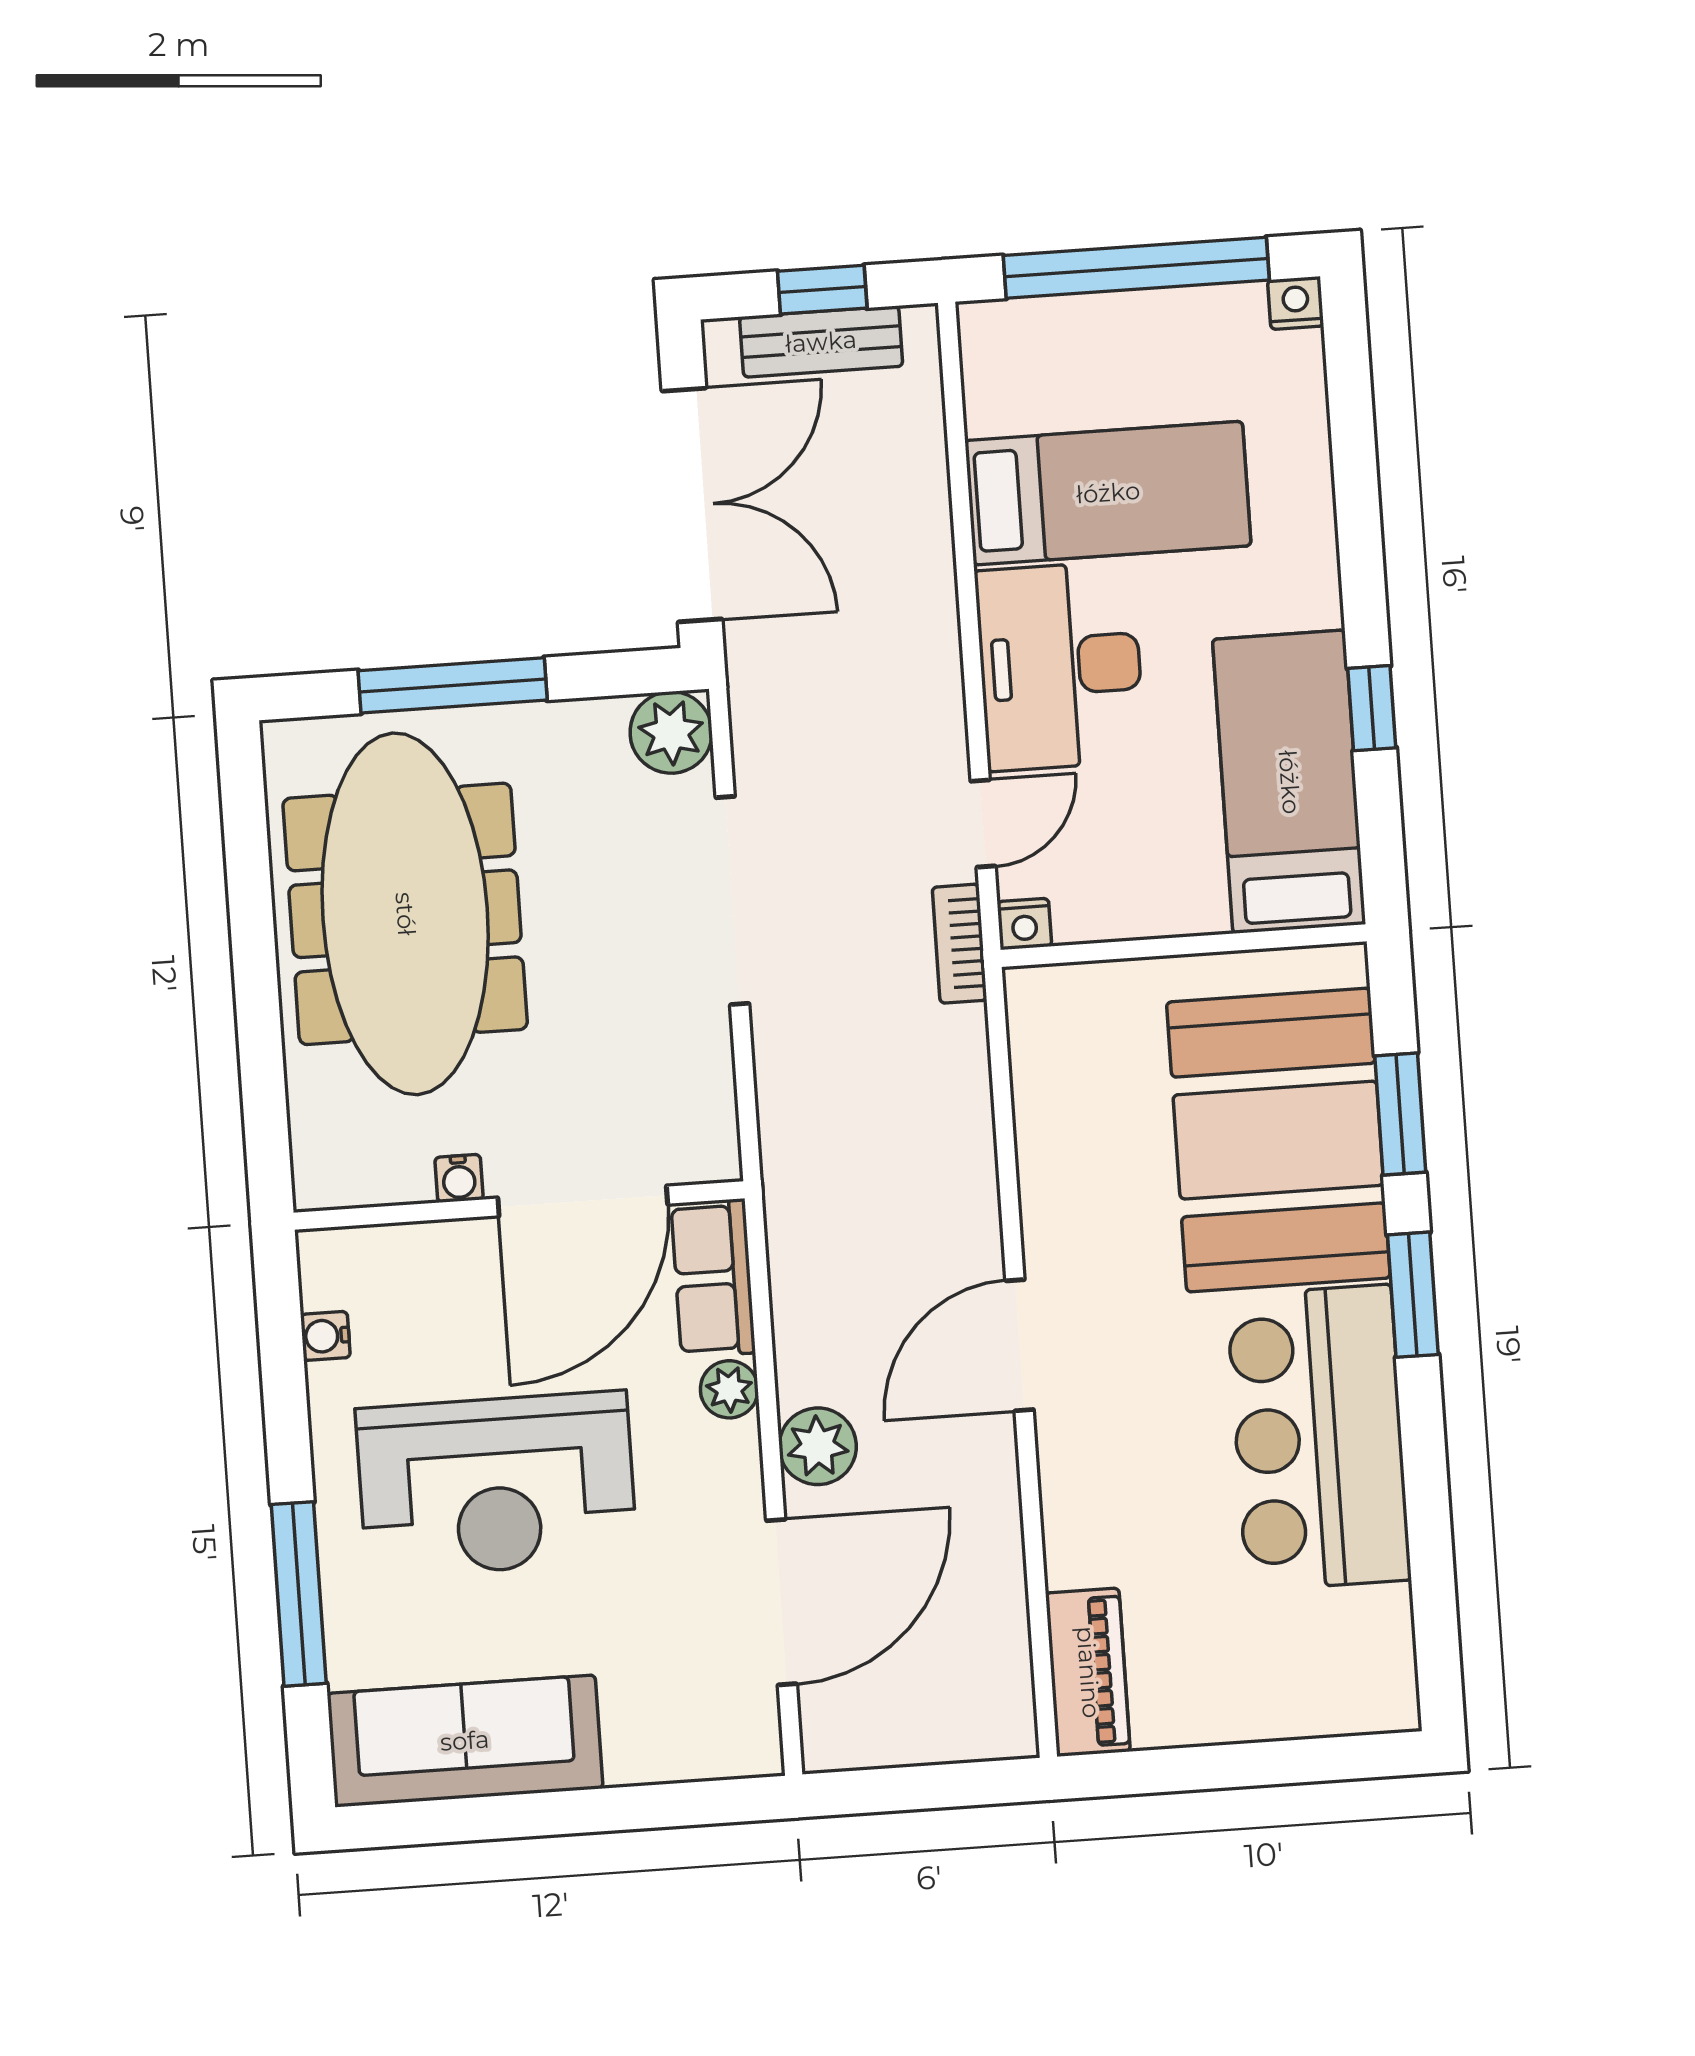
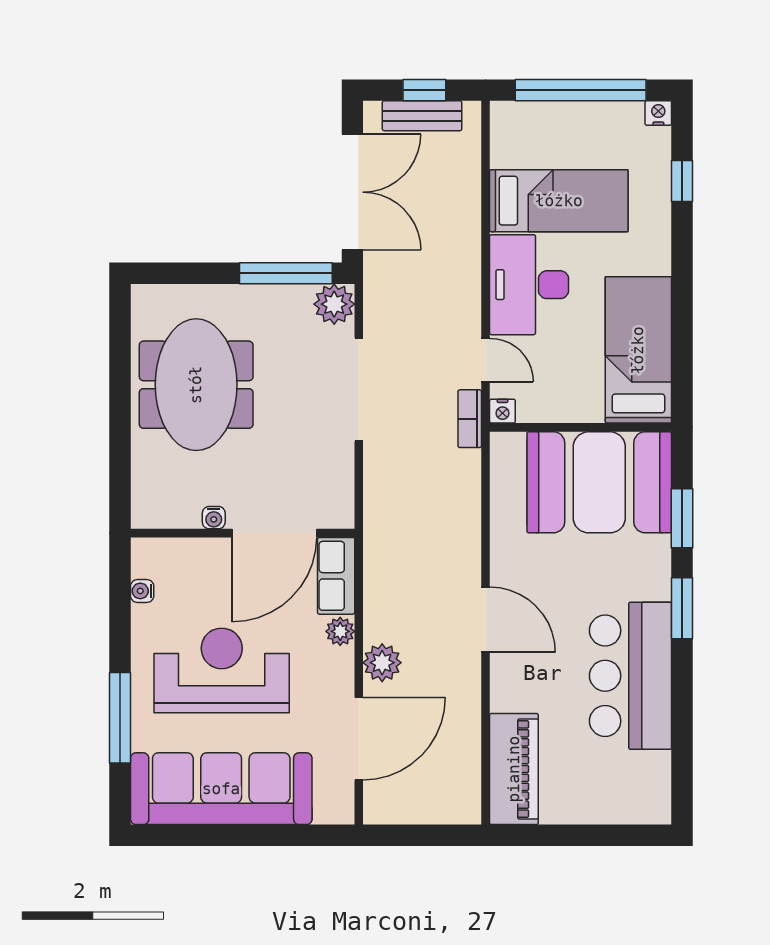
window: (453, 685) -> (286, 273), moved
window: (1372, 708) -> (682, 181), moved
door: (983, 824) -> (486, 360), hinge flipped
meeting table: (405, 914) -> (196, 385), width x0.73
booth: (1278, 1140) -> (599, 482), moved, turned 90
door: (1020, 1345) -> (486, 620), swing flipped
reception desk: (496, 1484) -> (222, 670), turned 180
piano: (1088, 1672) -> (514, 769), width x1.37, depth x1.33
sofa: (465, 1741) -> (221, 789), width x1.36, depth x1.27

